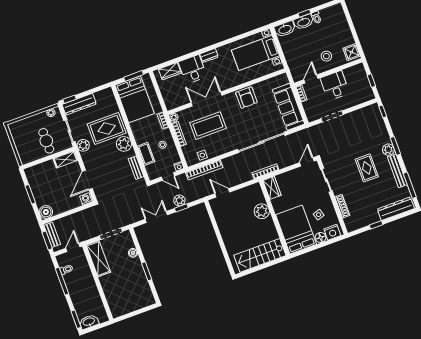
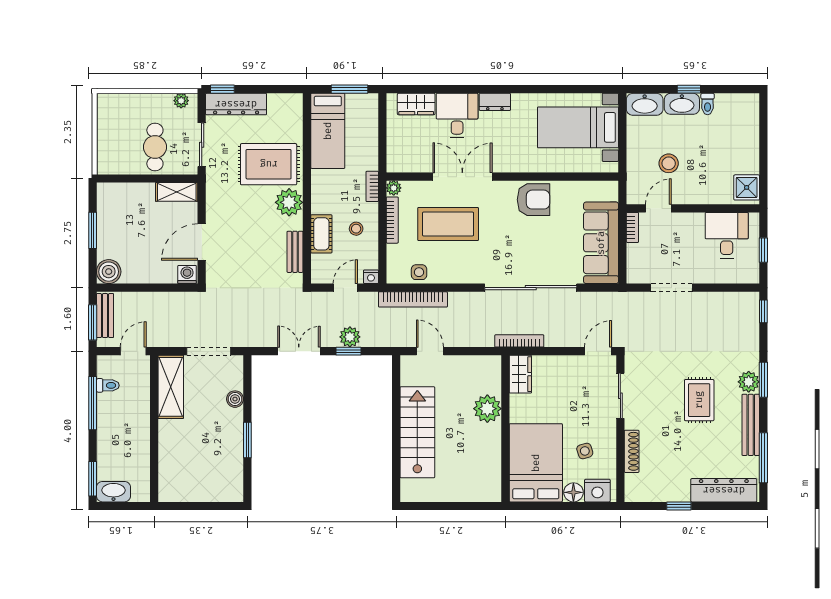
stool: (326, 56) -> (669, 163), moved
desk: (335, 86) -> (727, 235), moved
armchair: (246, 98) -> (534, 200), turned -90
bed: (135, 99) -> (328, 131), width x0.67
plant: (83, 145) -> (217, 179), removed
door: (168, 177) -> (345, 288), swing flipped
stairs: (260, 255) -> (417, 432), moved, turned 90

